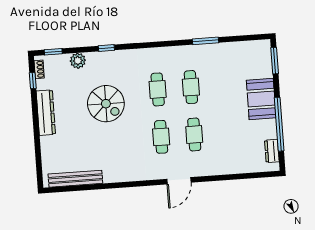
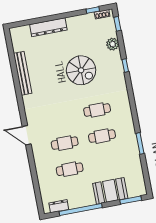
booth: (261, 99) -> (110, 191), moved
spiral stairs: (106, 104) -> (81, 70), turned -90
dresser: (46, 113) -> (48, 27), moved
cafe table: (161, 137) -> (70, 169), moved
bench: (75, 179) -> (23, 73), moved

